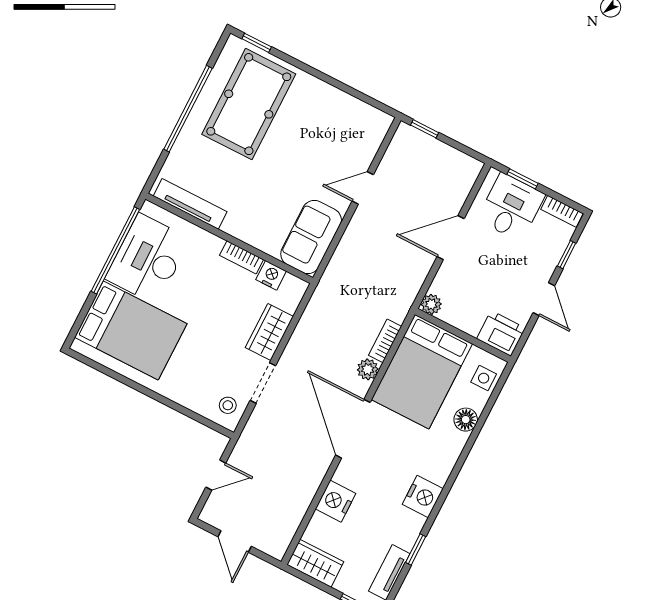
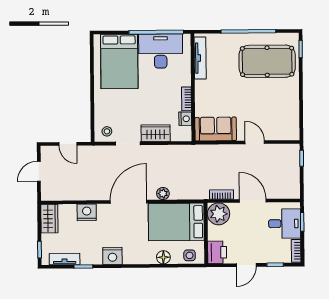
plant: (431, 304) -> (219, 214), width x1.87, depth x1.87
bookcase: (385, 341) -> (221, 194), moved

